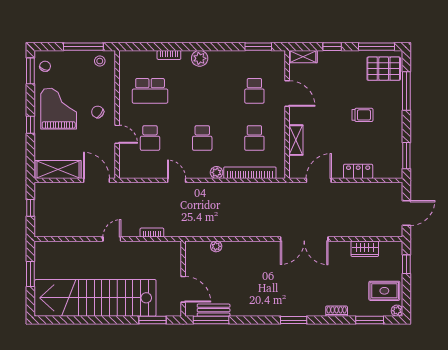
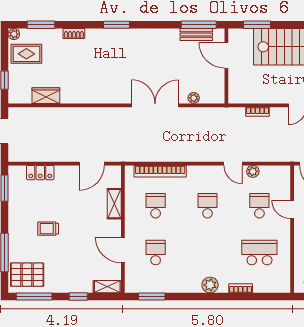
locker: (358, 171) -> (40, 173), moved
plant: (217, 172) -> (253, 171), moved
double door: (304, 239) -> (155, 105), moved

